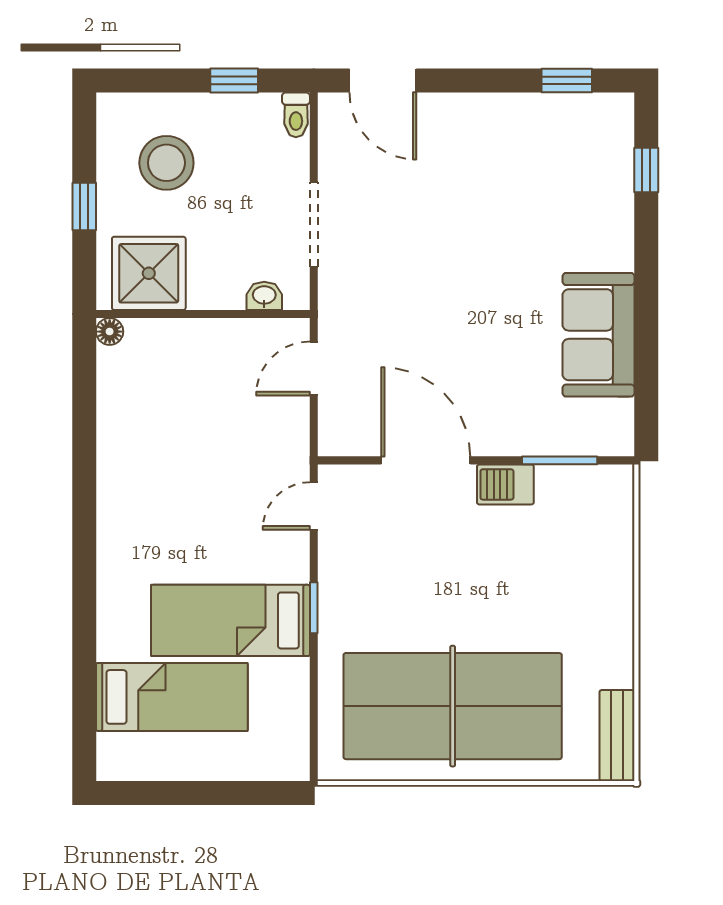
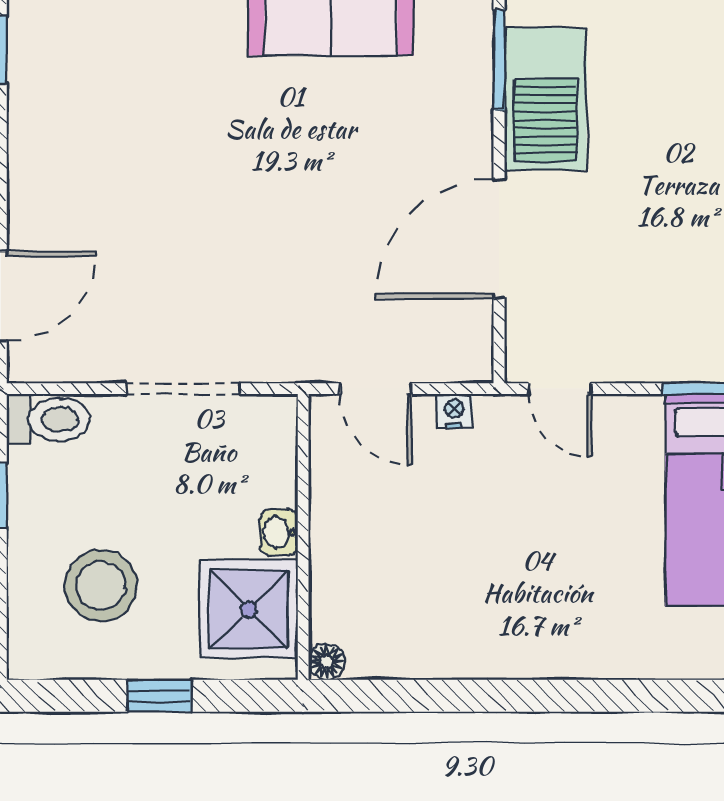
toilet: (296, 115) -> (48, 419), width x1.37, depth x1.39
washbasin: (264, 296) -> (279, 532), moved
nightstand: (297, 427) -> (454, 411), added
barbecue: (505, 484) -> (545, 99), width x1.88, depth x1.53

